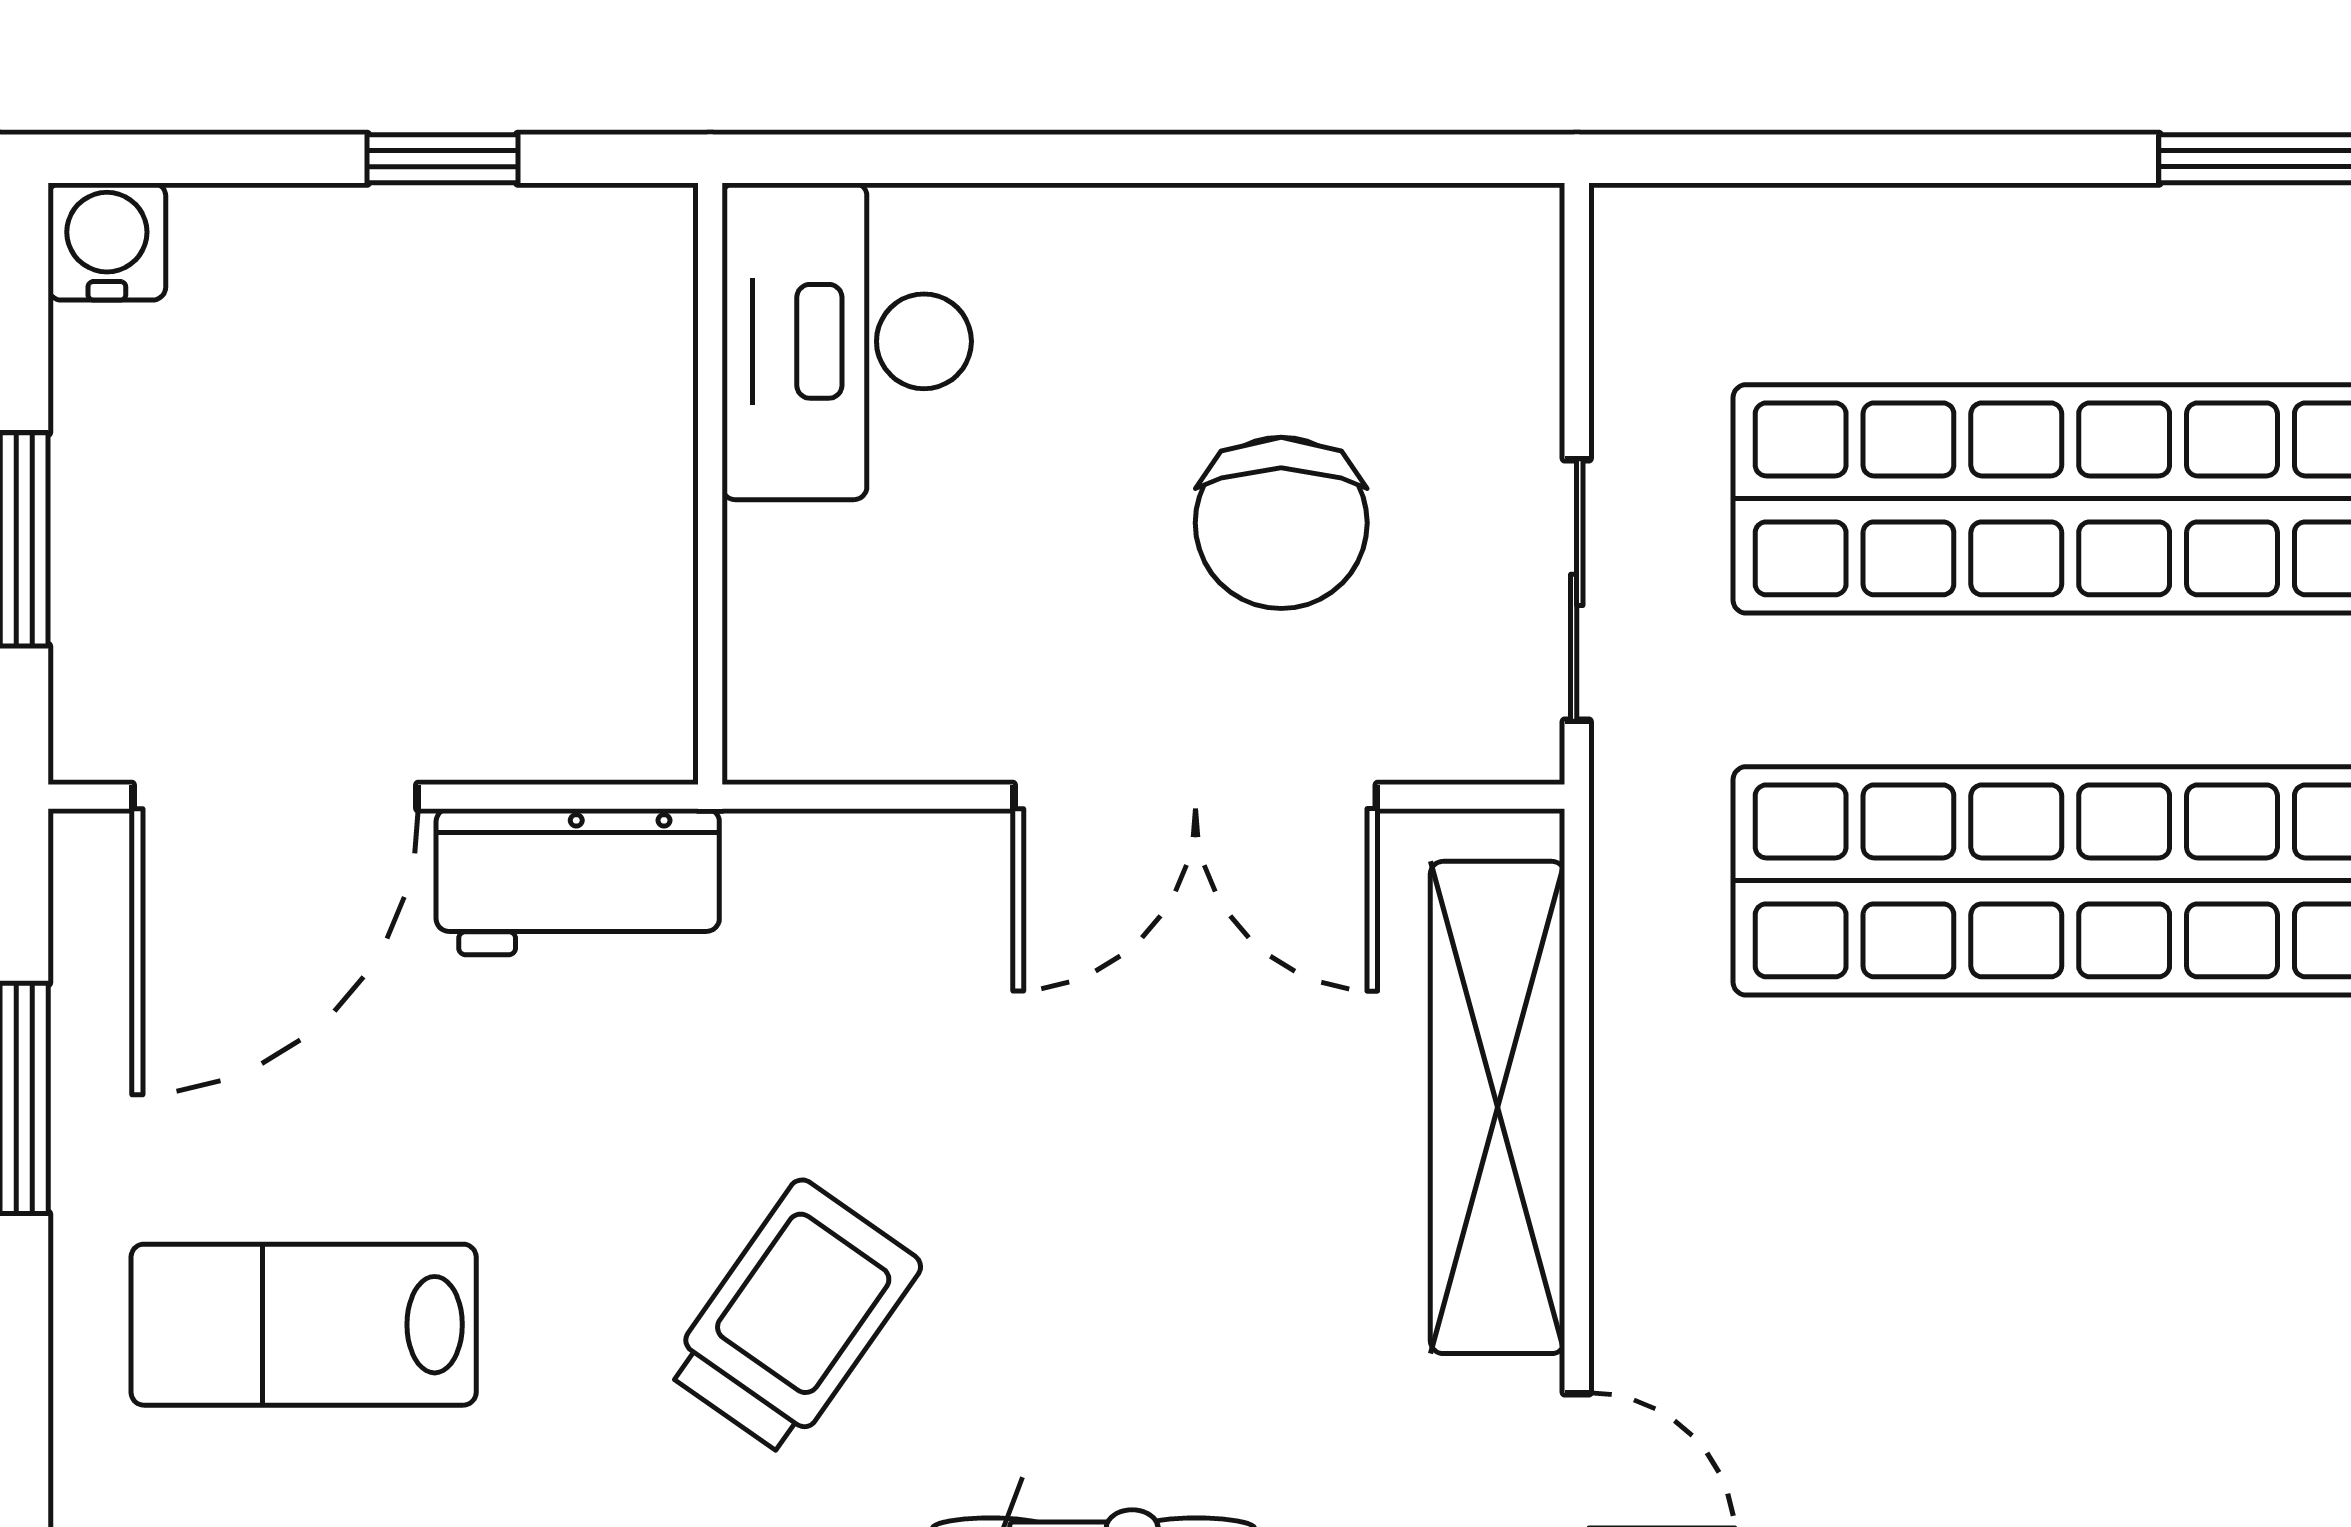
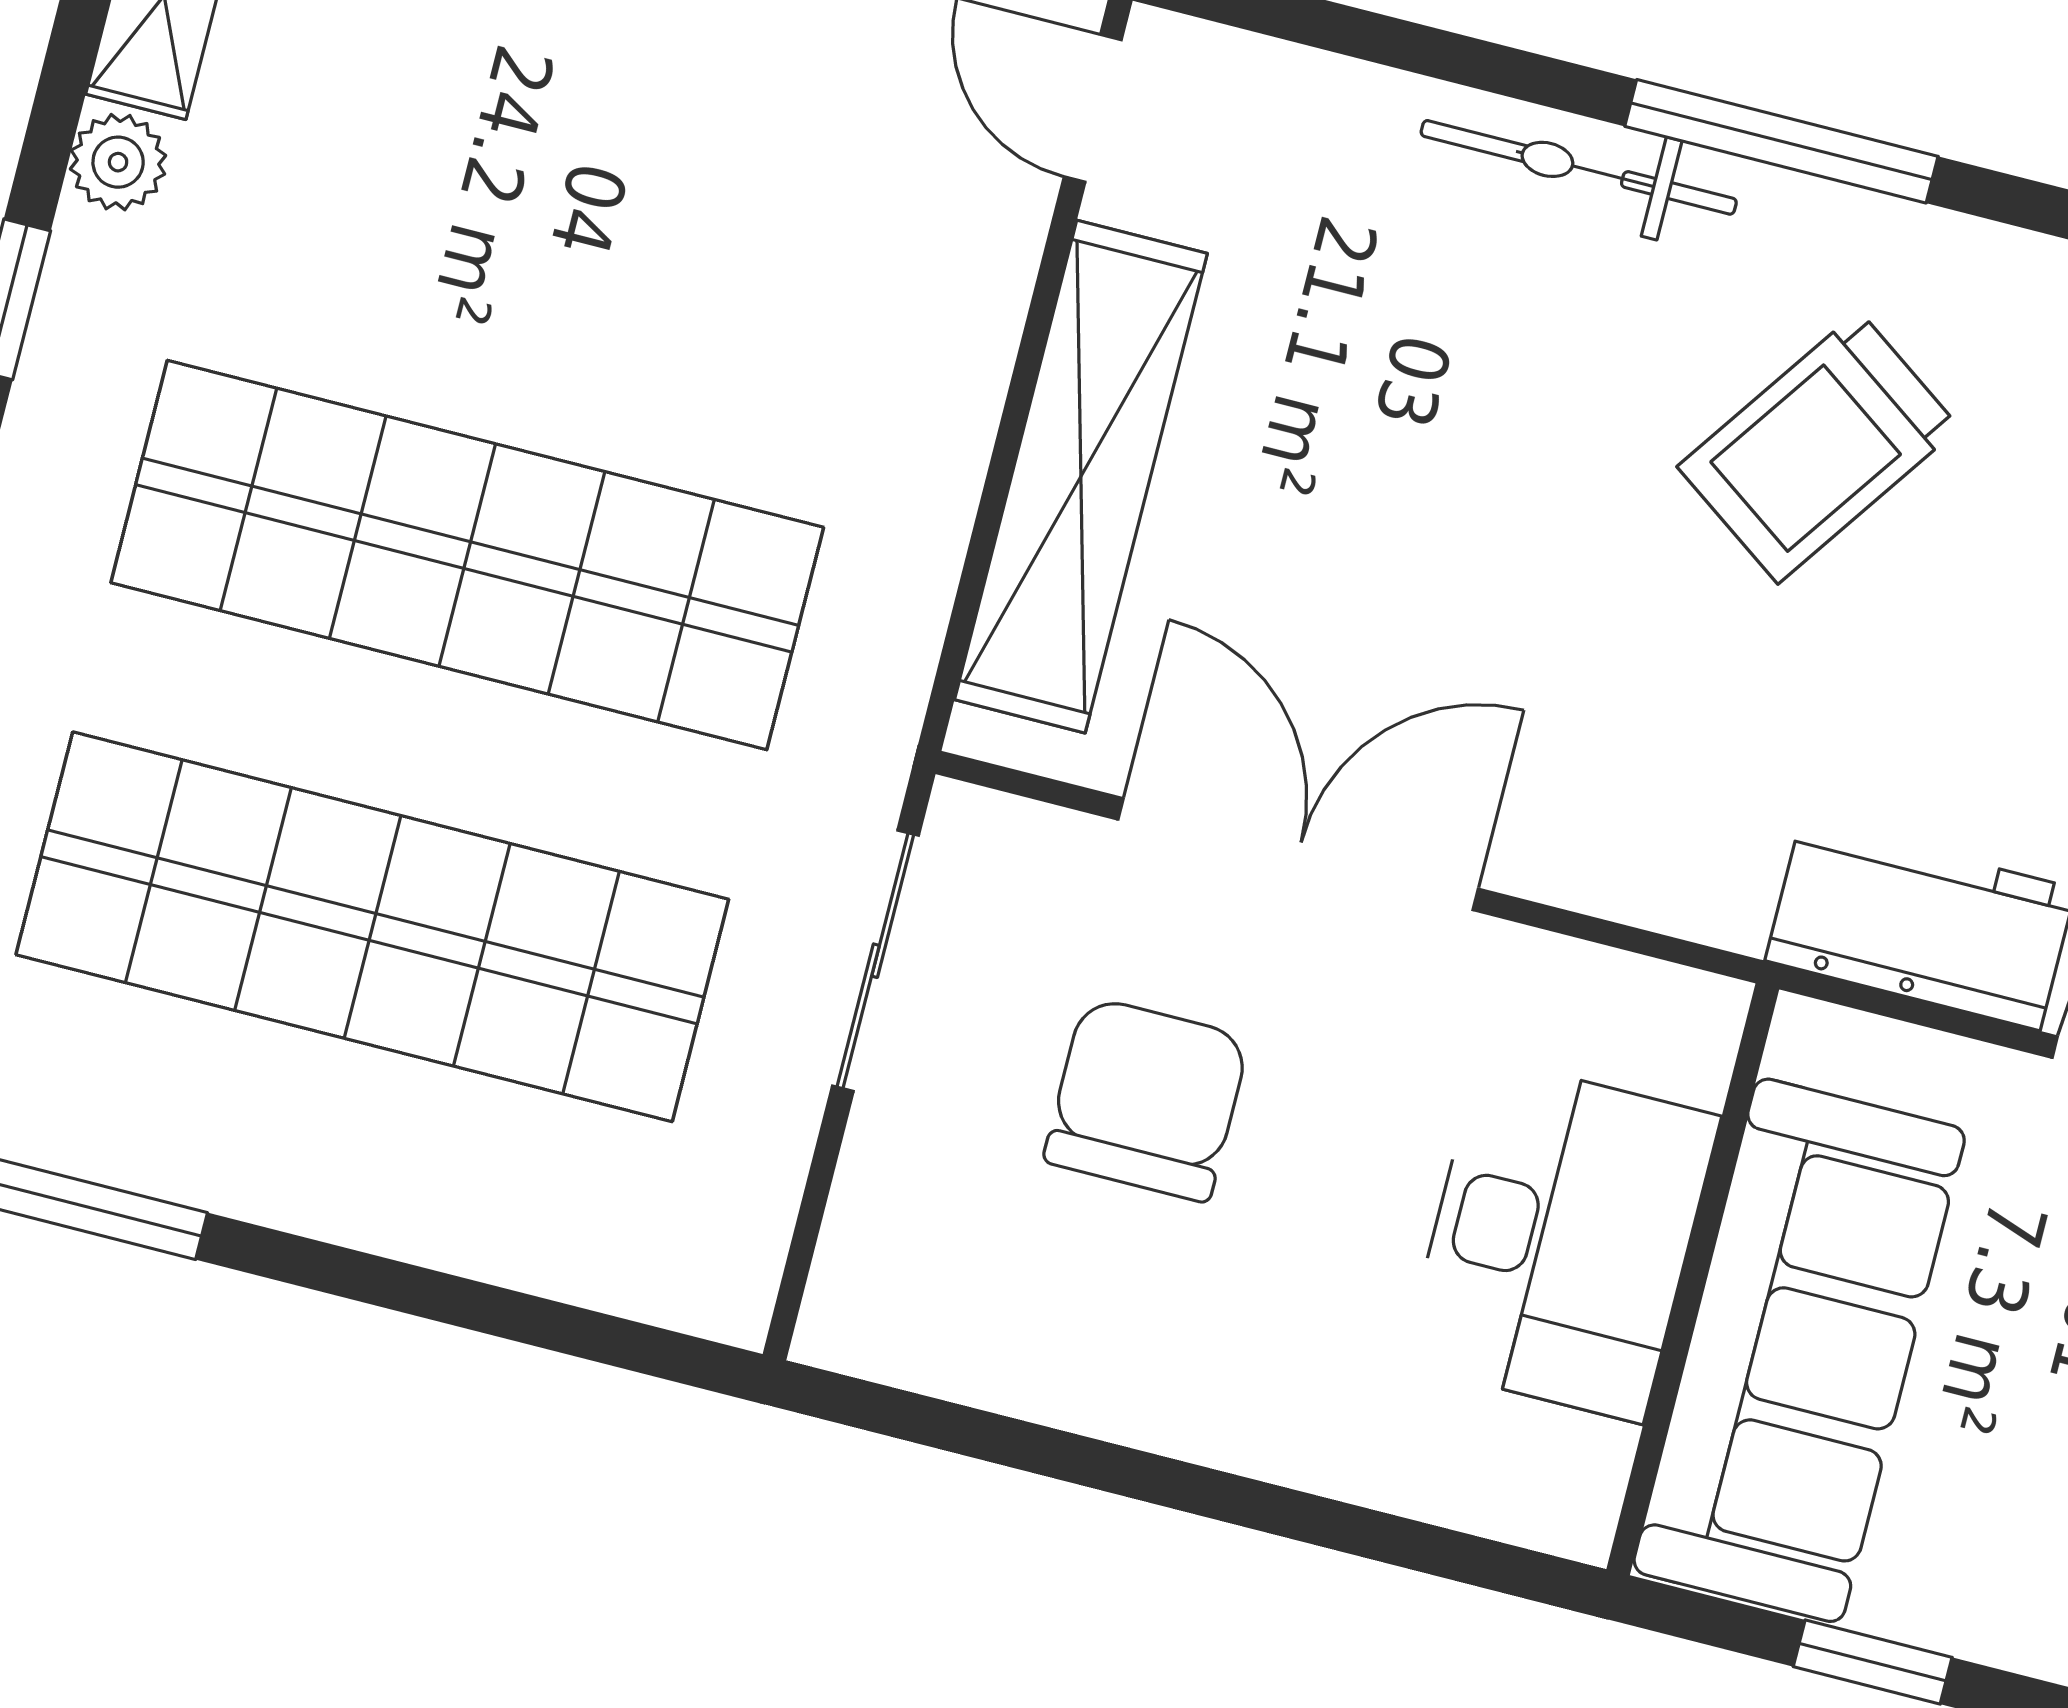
desk: (847, 341) -> (1561, 1240), moved
sofa: (590, 441) -> (1799, 1350), added

